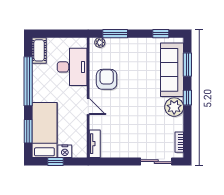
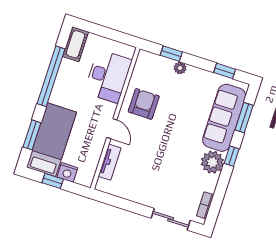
window: (115, 34) -> (171, 54), width x0.67
plant: (100, 42) -> (180, 68), moved
tv unit: (95, 144) -> (110, 162), moved

